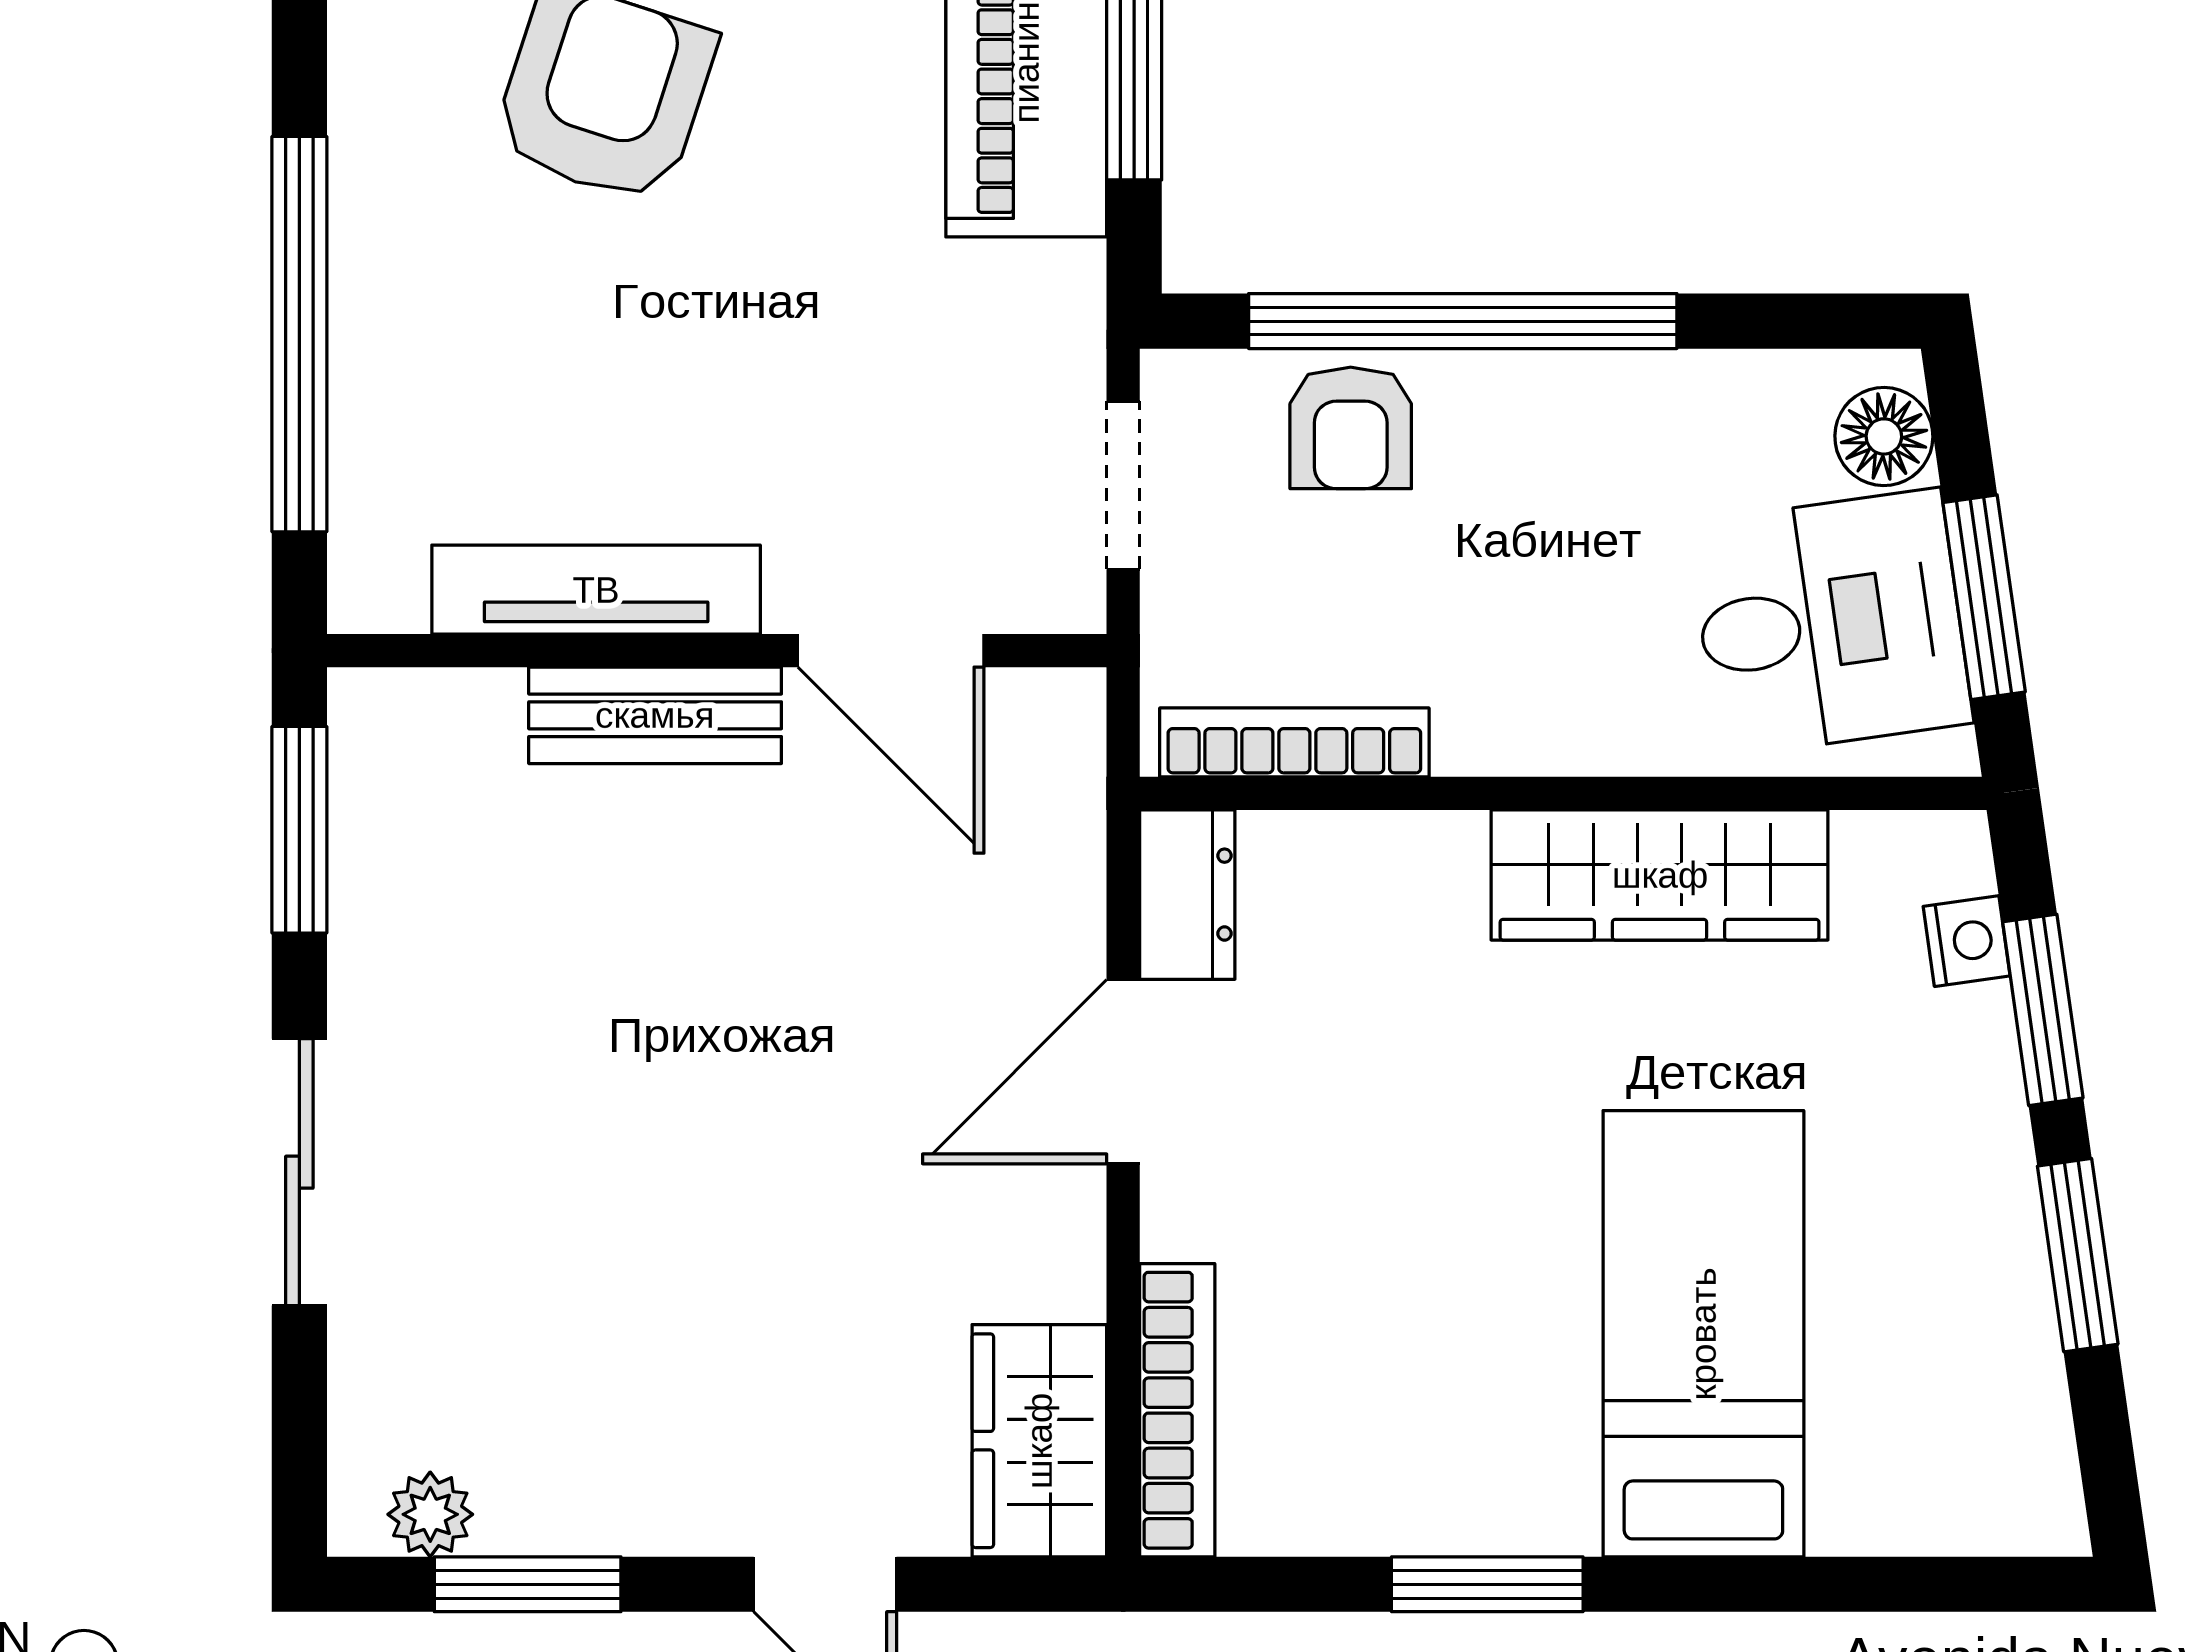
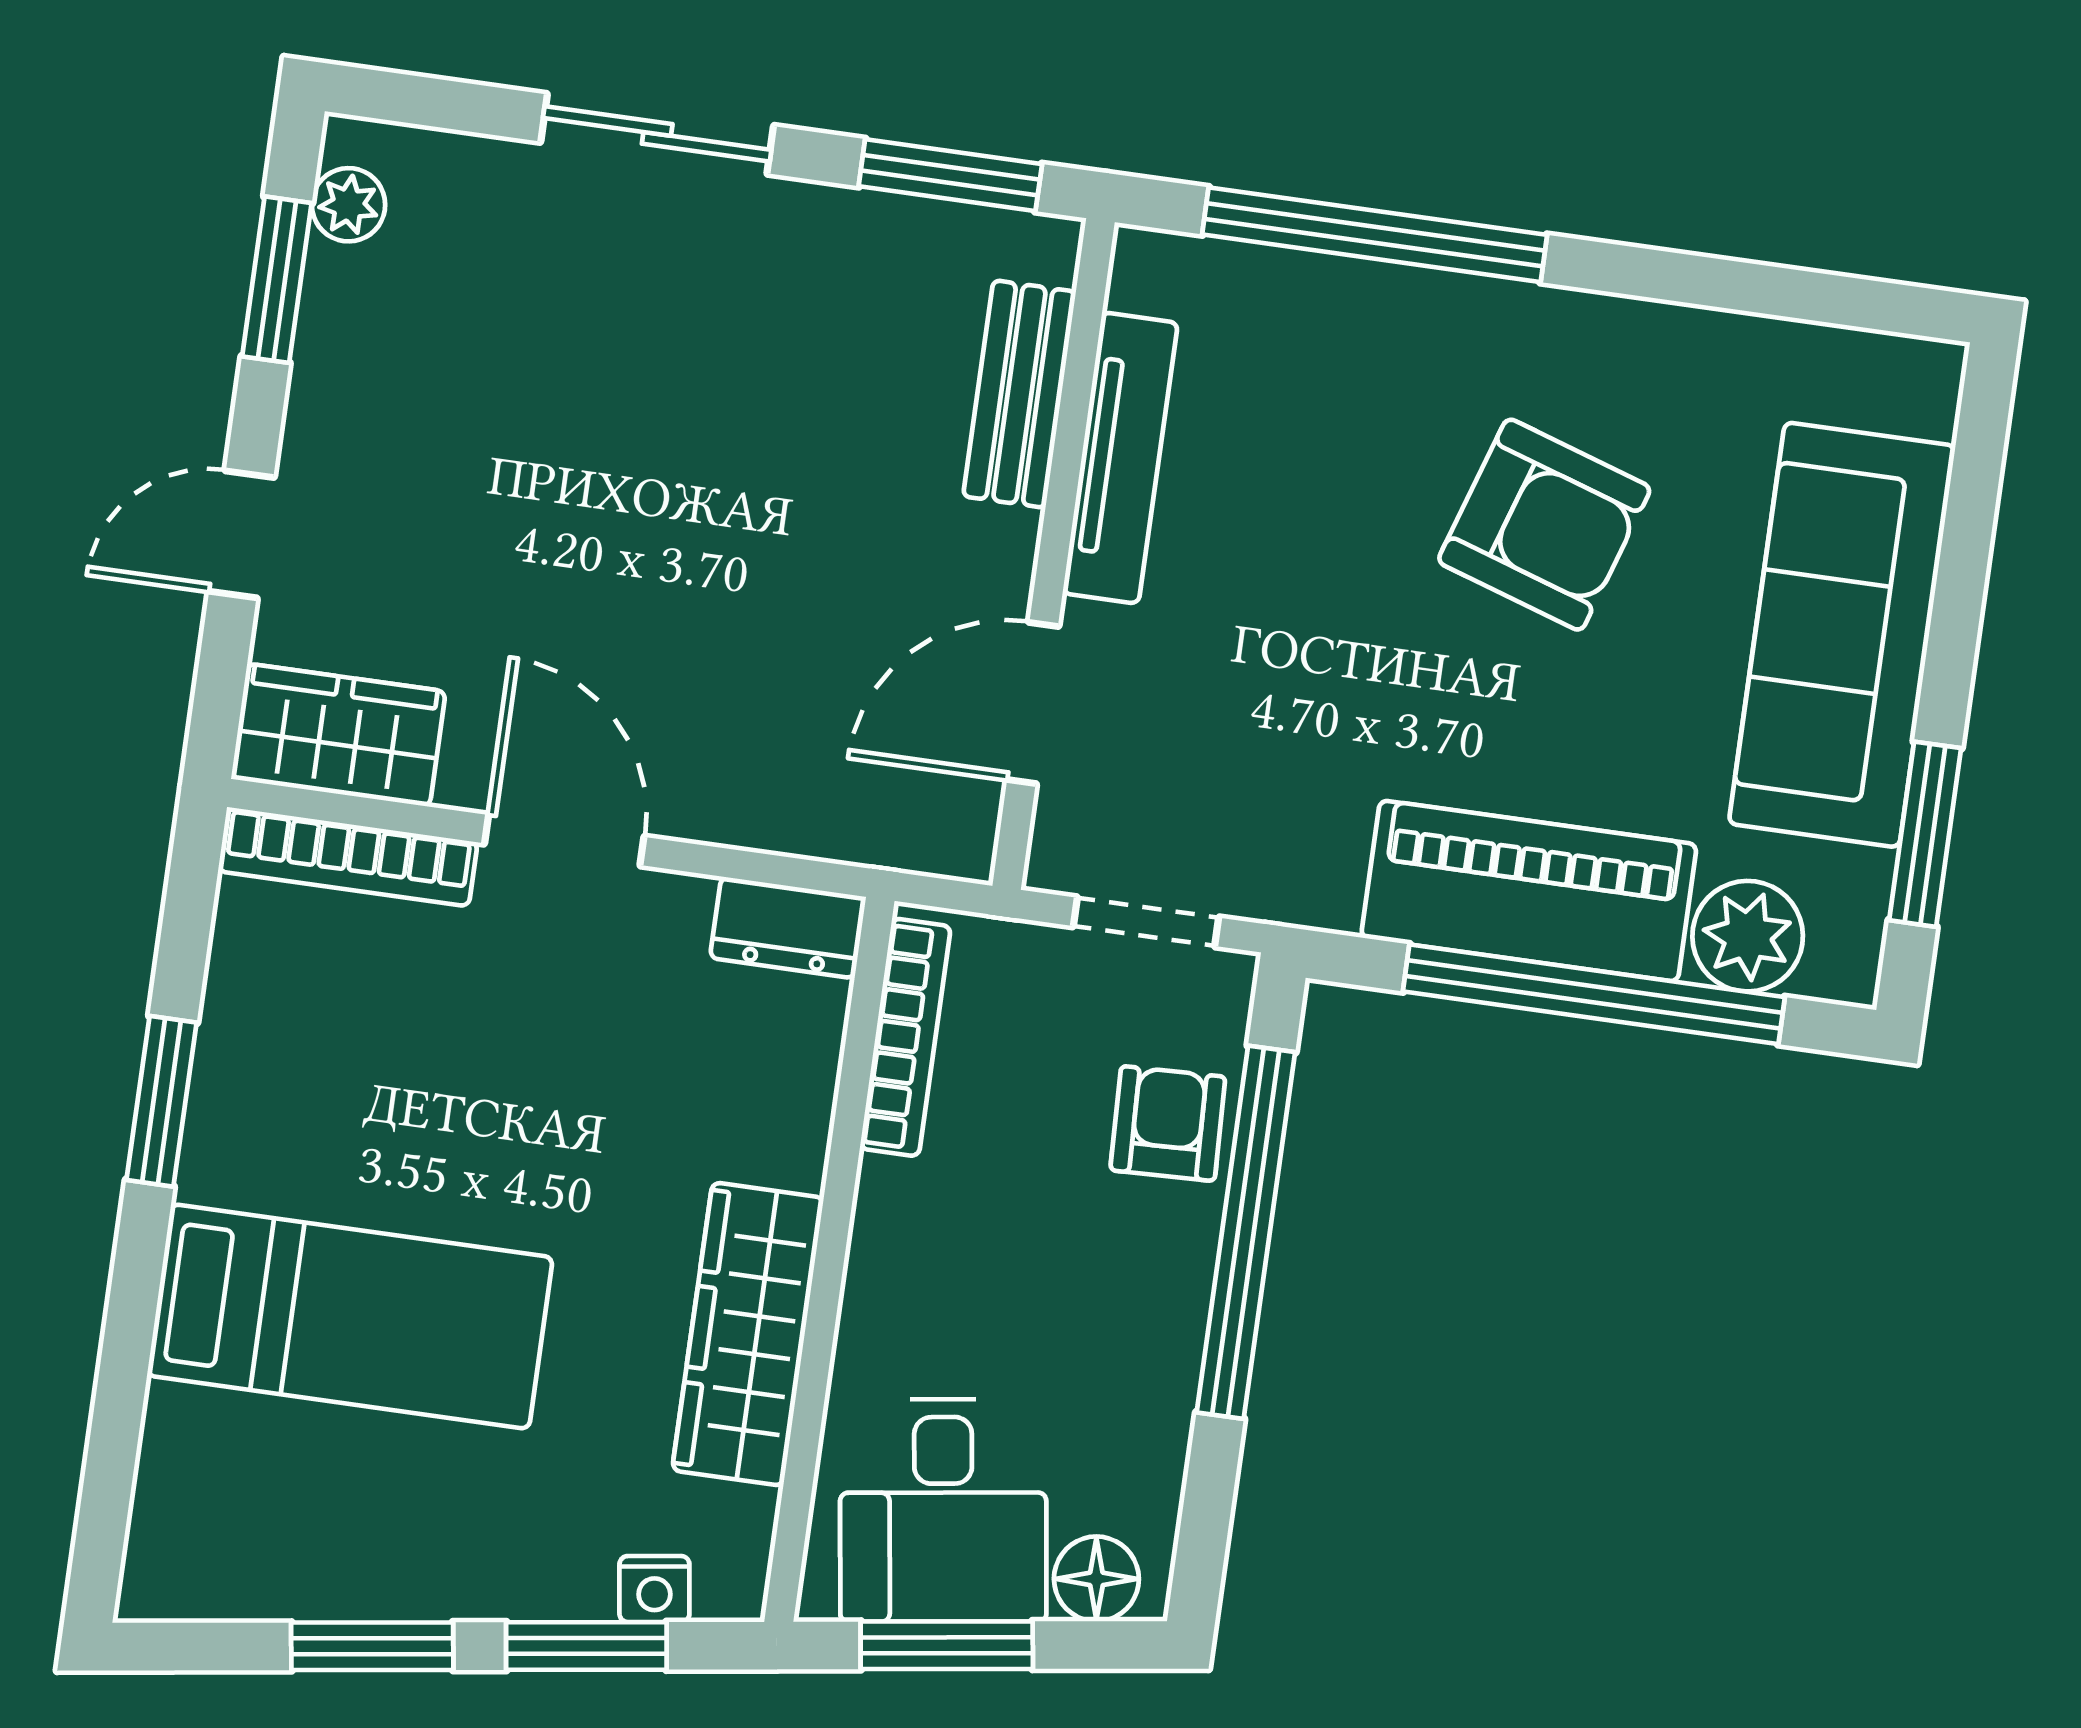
armchair: (1351, 428) -> (1168, 1123), turned 88
bench: (655, 715) -> (1019, 394), moved
door: (1123, 1072) -> (564, 840), moved

